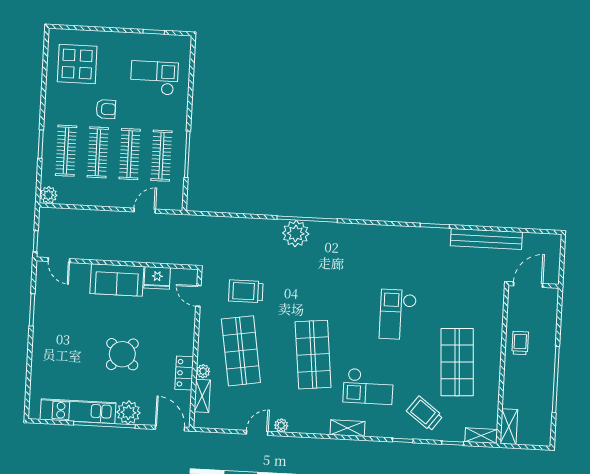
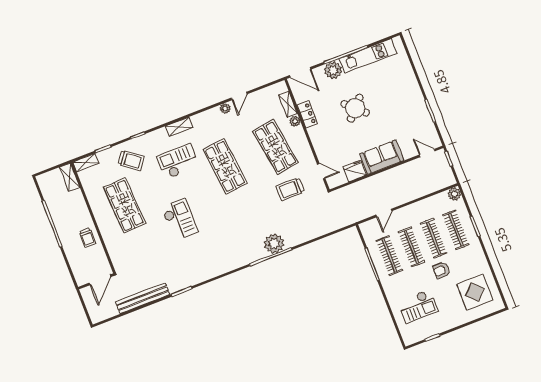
trolley: (246, 291) -> (290, 189), turned 180

